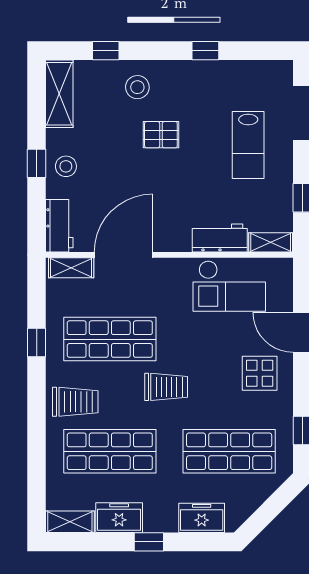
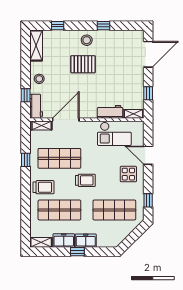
stool: (137, 87) -> (87, 40), moved
pallet: (161, 135) -> (83, 64), width x1.50, depth x1.42
lab bench: (248, 145) -> (123, 69), removed
window: (37, 163) -> (26, 95), moved
freezer: (202, 518) -> (86, 241), moved

